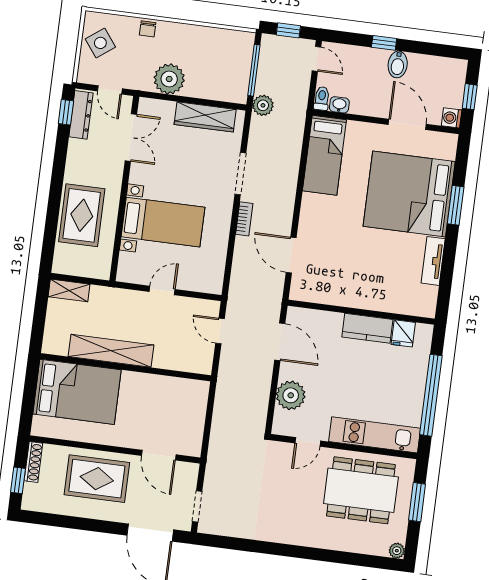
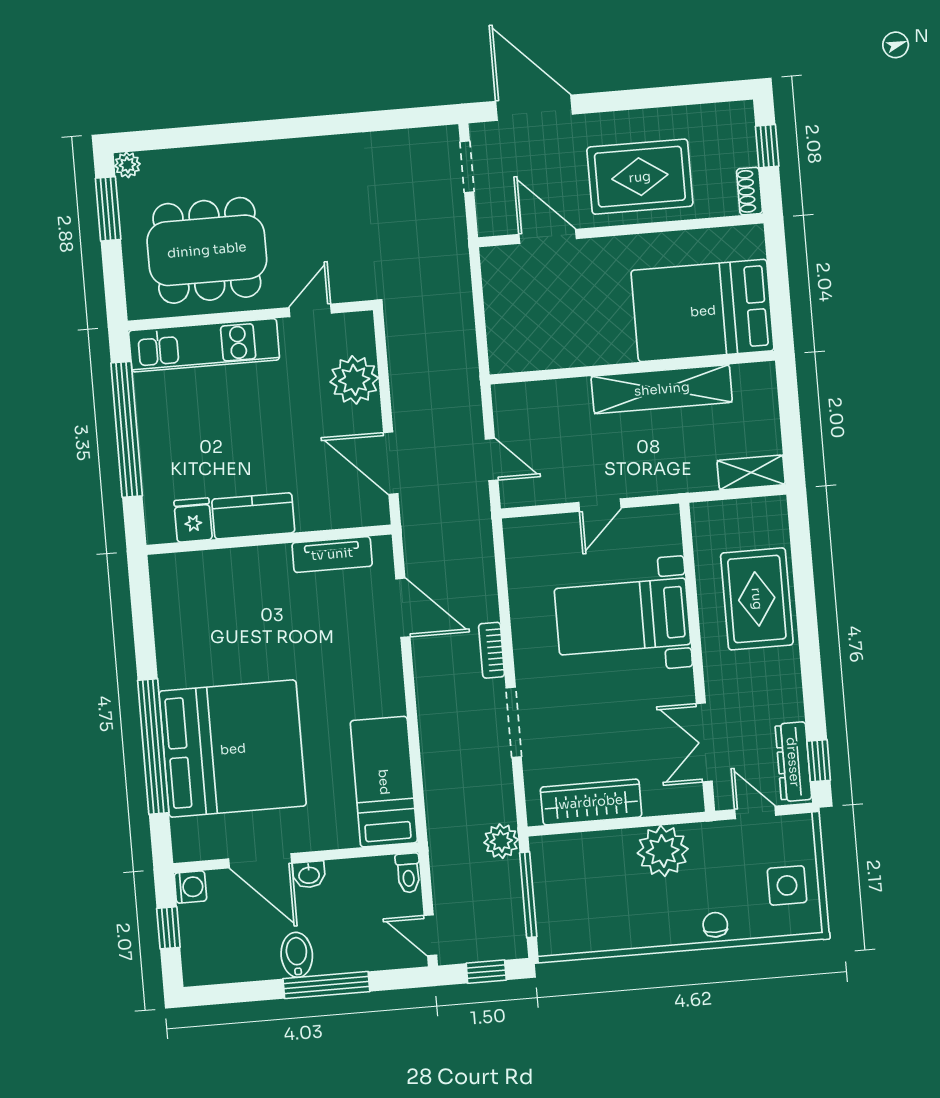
side table: (100, 43) -> (787, 885), turned 37
window: (384, 43) -> (326, 985), width x2.17
washbasin: (339, 105) -> (309, 875), moved
window: (456, 205) -> (153, 746), width x2.11
tv unit: (433, 261) -> (332, 554), moved, turned 90
shoe rack: (33, 462) -> (749, 191), width x0.70
window: (417, 502) -> (108, 209), moved

